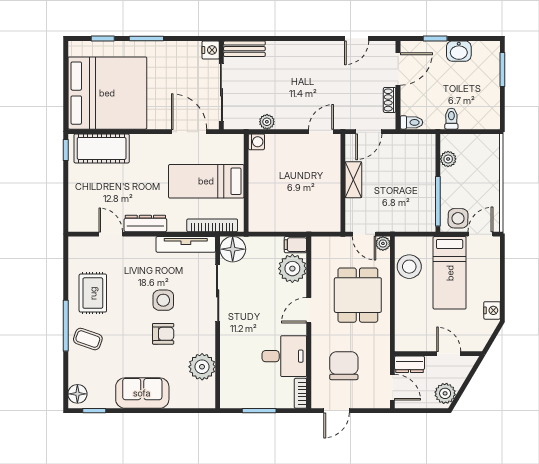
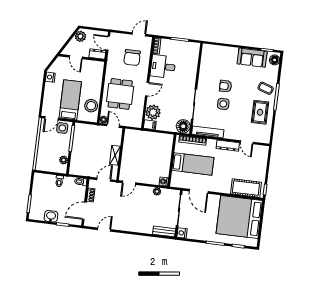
plant: (202, 367) -> (207, 66), removed
sofa: (142, 393) -> (252, 58), moved

